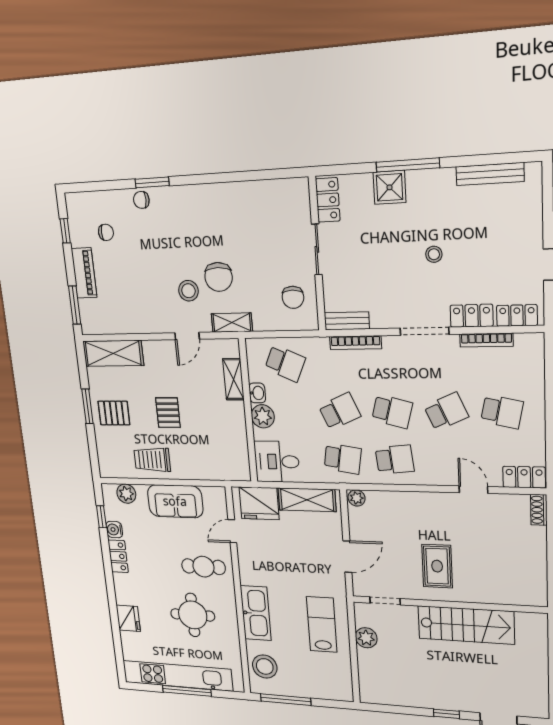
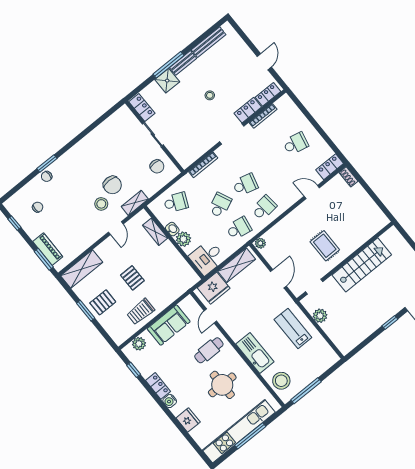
piano: (84, 273) -> (48, 249), moved
bench: (347, 321) -> (183, 63), moved
school desk: (446, 412) -> (270, 164), removed
water cooler: (114, 530) -> (170, 401), moved

